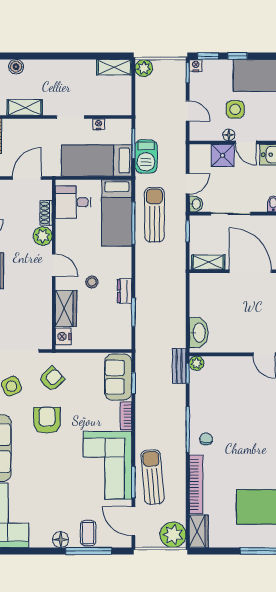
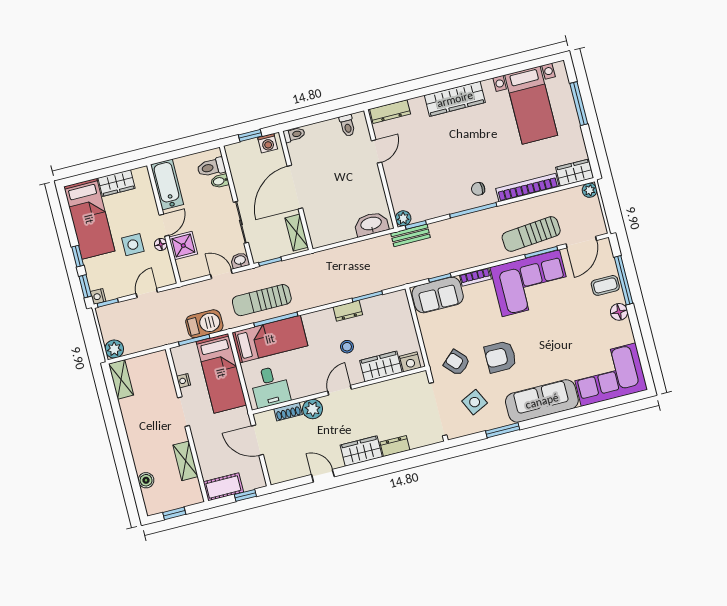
plant: (173, 535) -> (590, 190), width x0.53, depth x0.53

